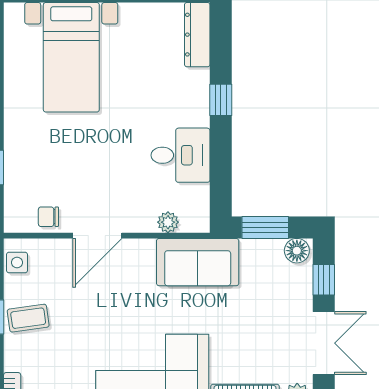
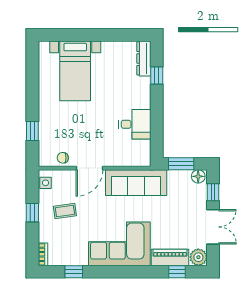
window: (221, 100) -> (157, 75), moved
plant: (168, 222) -> (128, 161), removed
sofa: (198, 262) -> (136, 183), width x1.36
coffee table: (28, 318) -> (65, 211), moved

